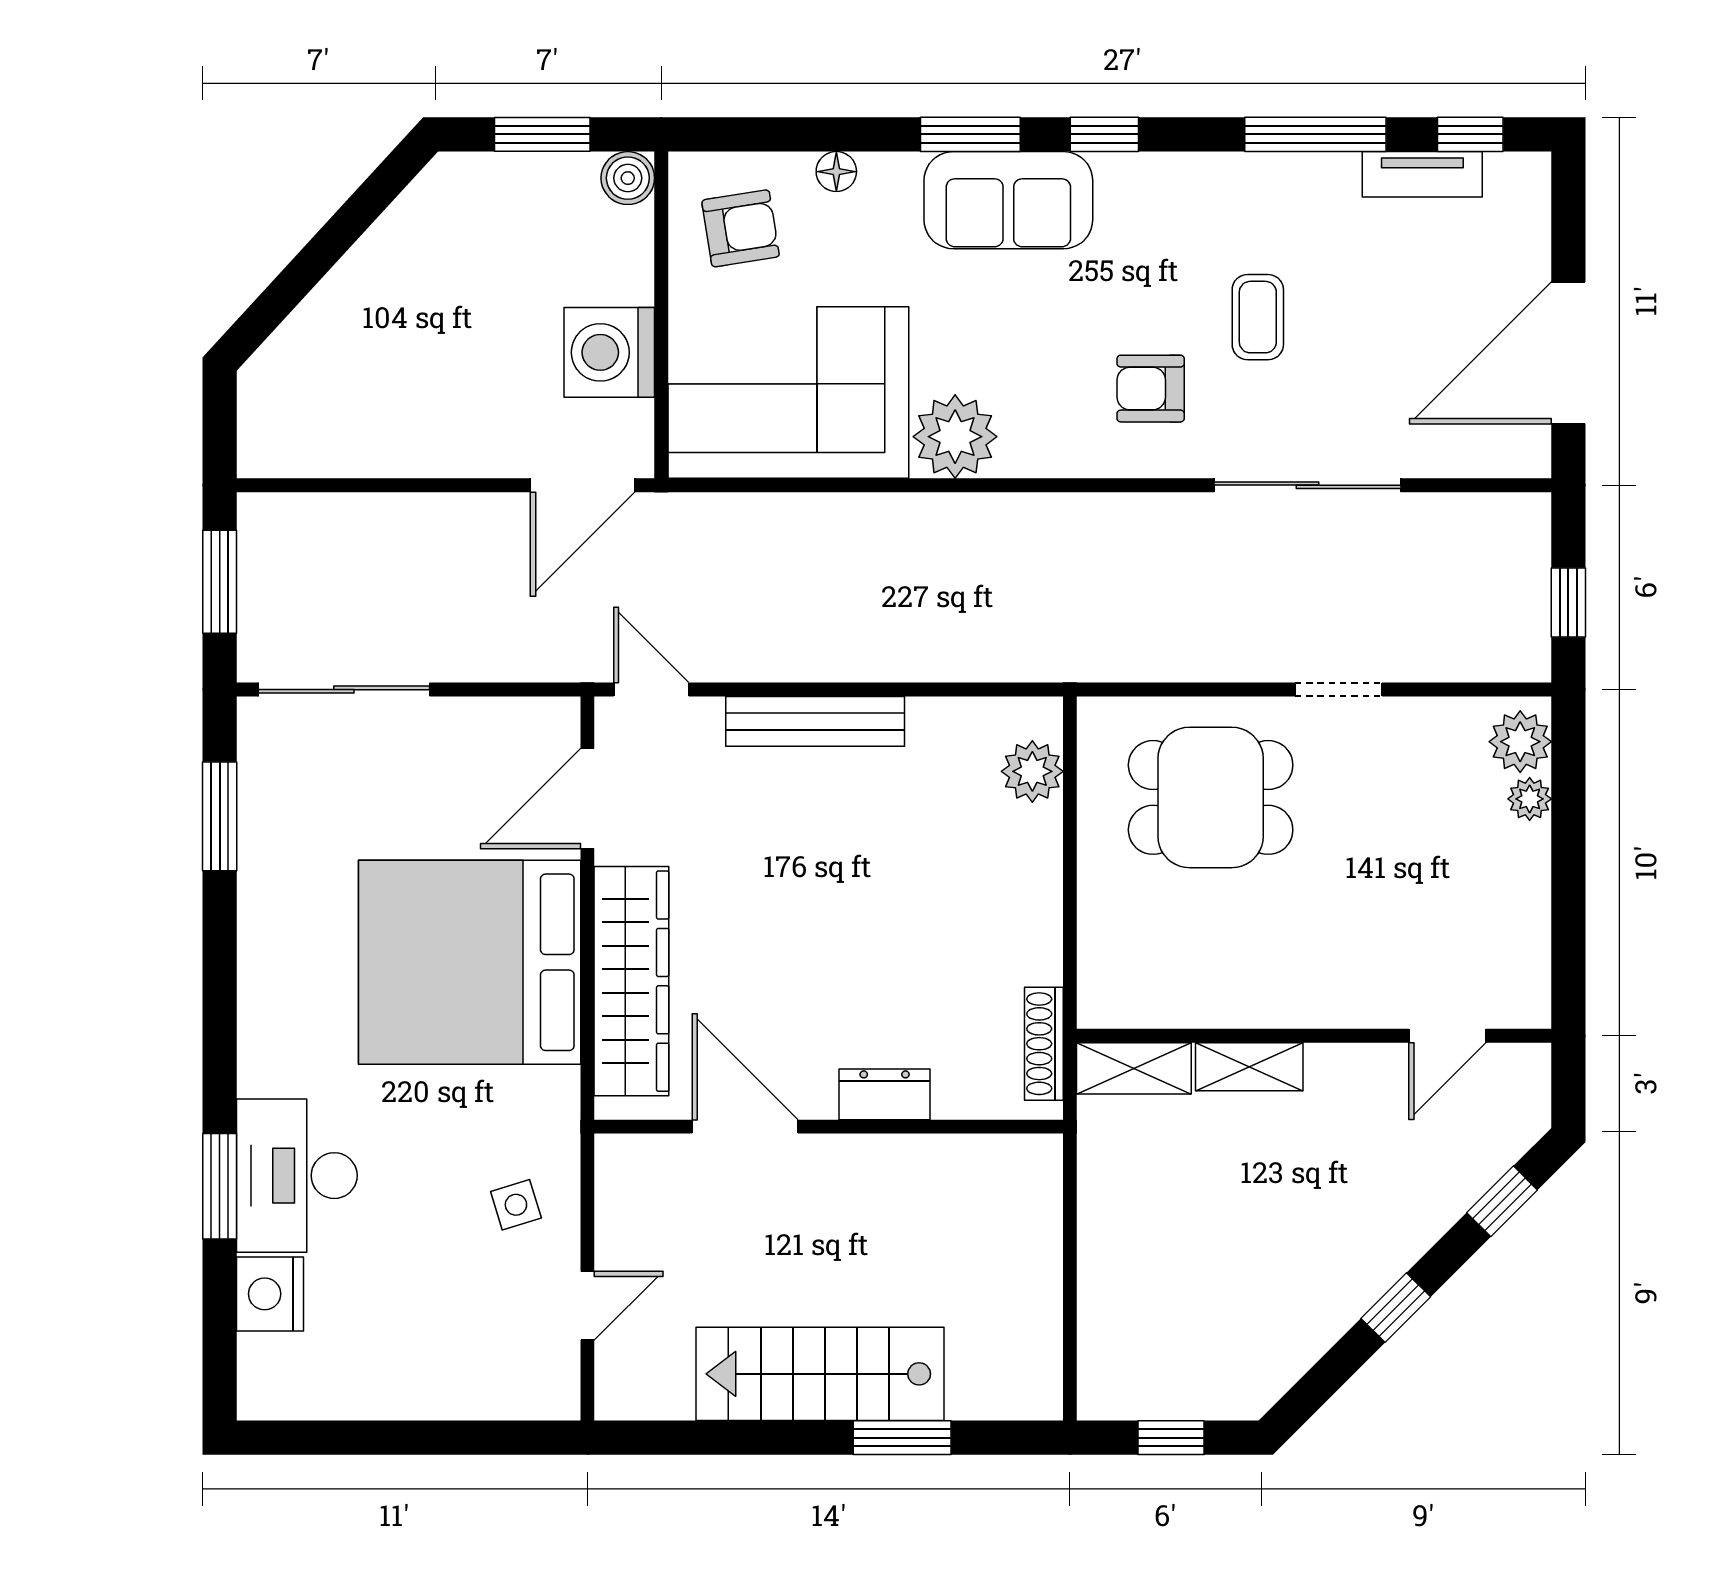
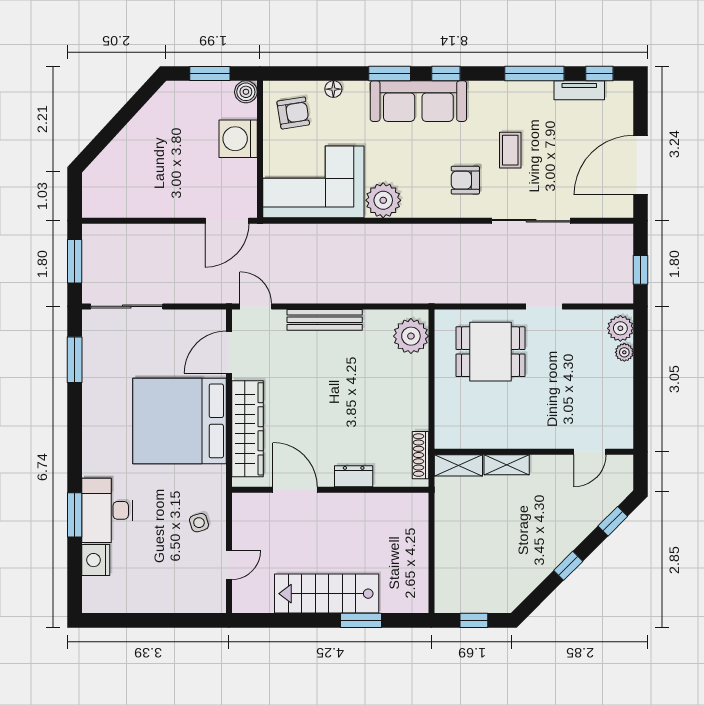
sofa: (1008, 200) -> (418, 101), width x1.36
washing machine: (609, 352) -> (238, 139), moved
plant: (1032, 771) -> (411, 336), width x1.36, depth x1.36

